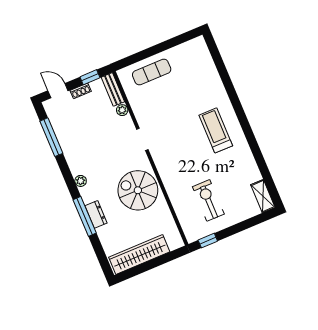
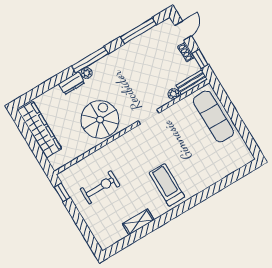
exercise mat: (152, 72) -> (213, 116), width x1.36, depth x1.45
treadmill: (216, 130) -> (167, 185), turned -90
plant: (81, 181) -> (87, 73), moved
shelving: (263, 196) -> (138, 222), moved
window: (85, 216) -> (90, 60), moved

